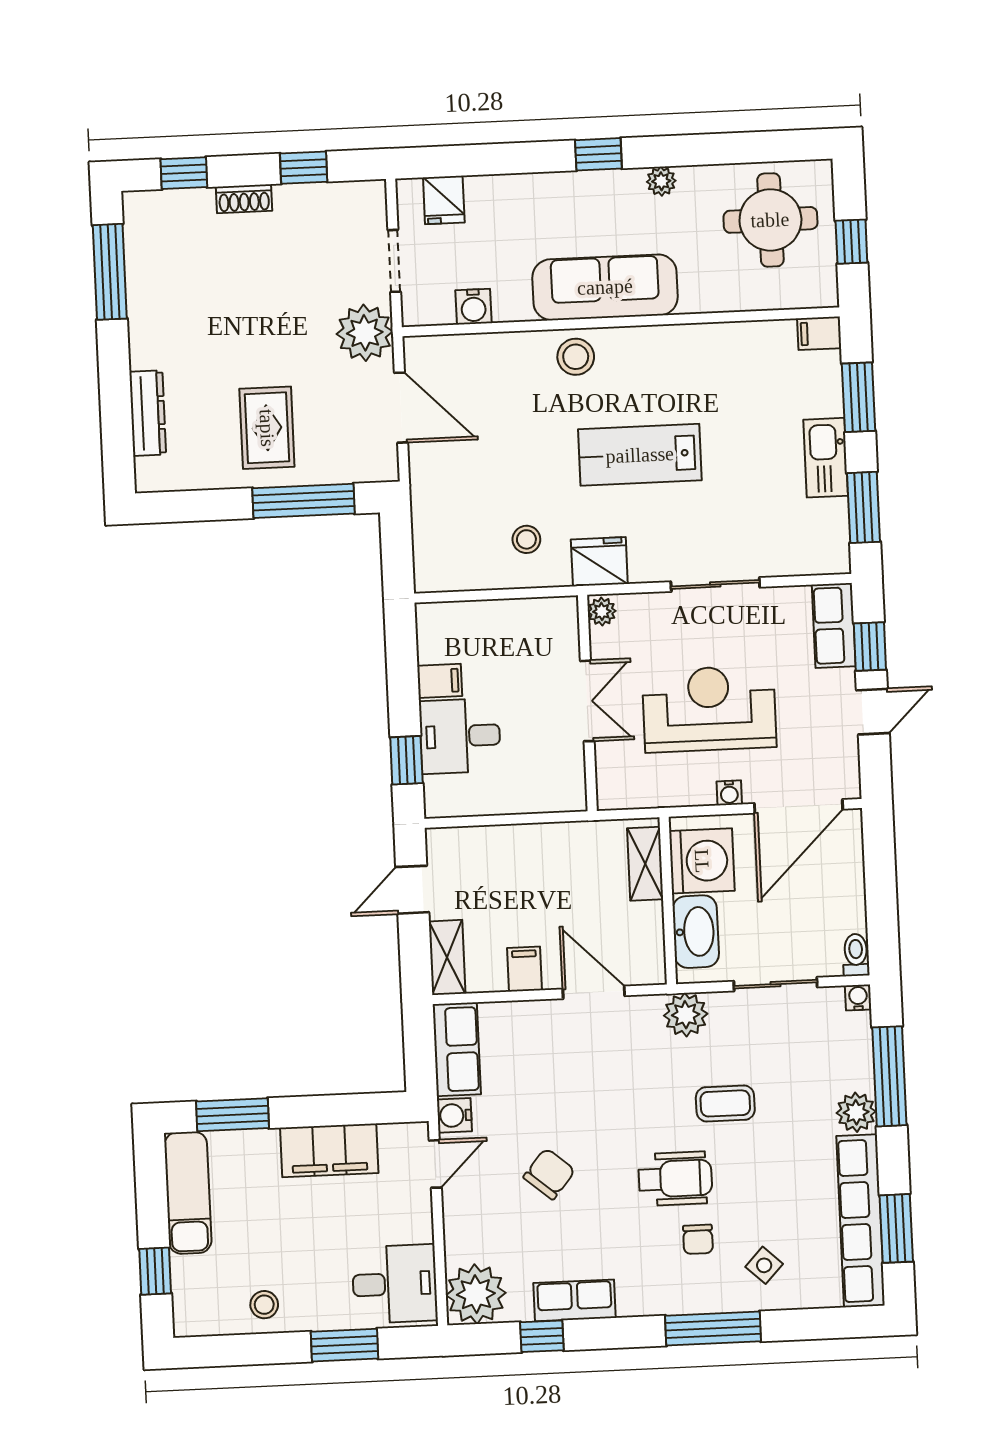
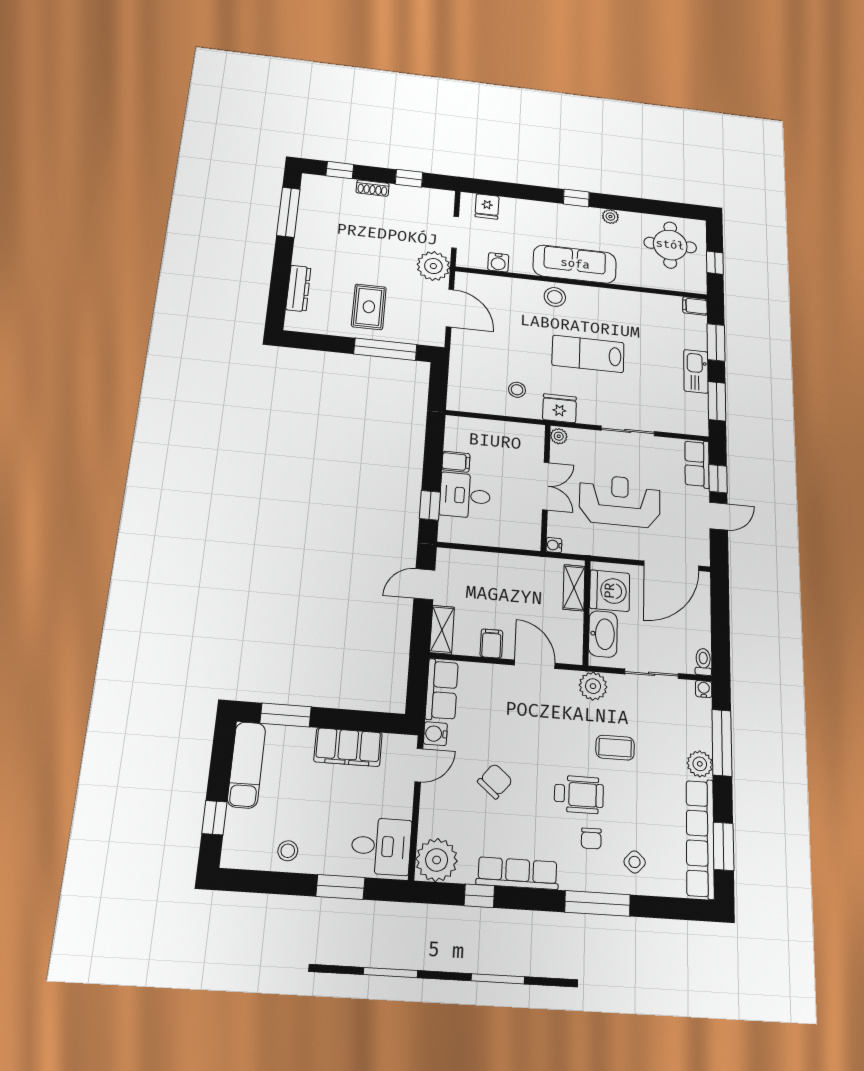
water cooler: (729, 793) -> (554, 545), moved, turned 90
row of seats: (575, 1300) -> (517, 873), width x1.48

